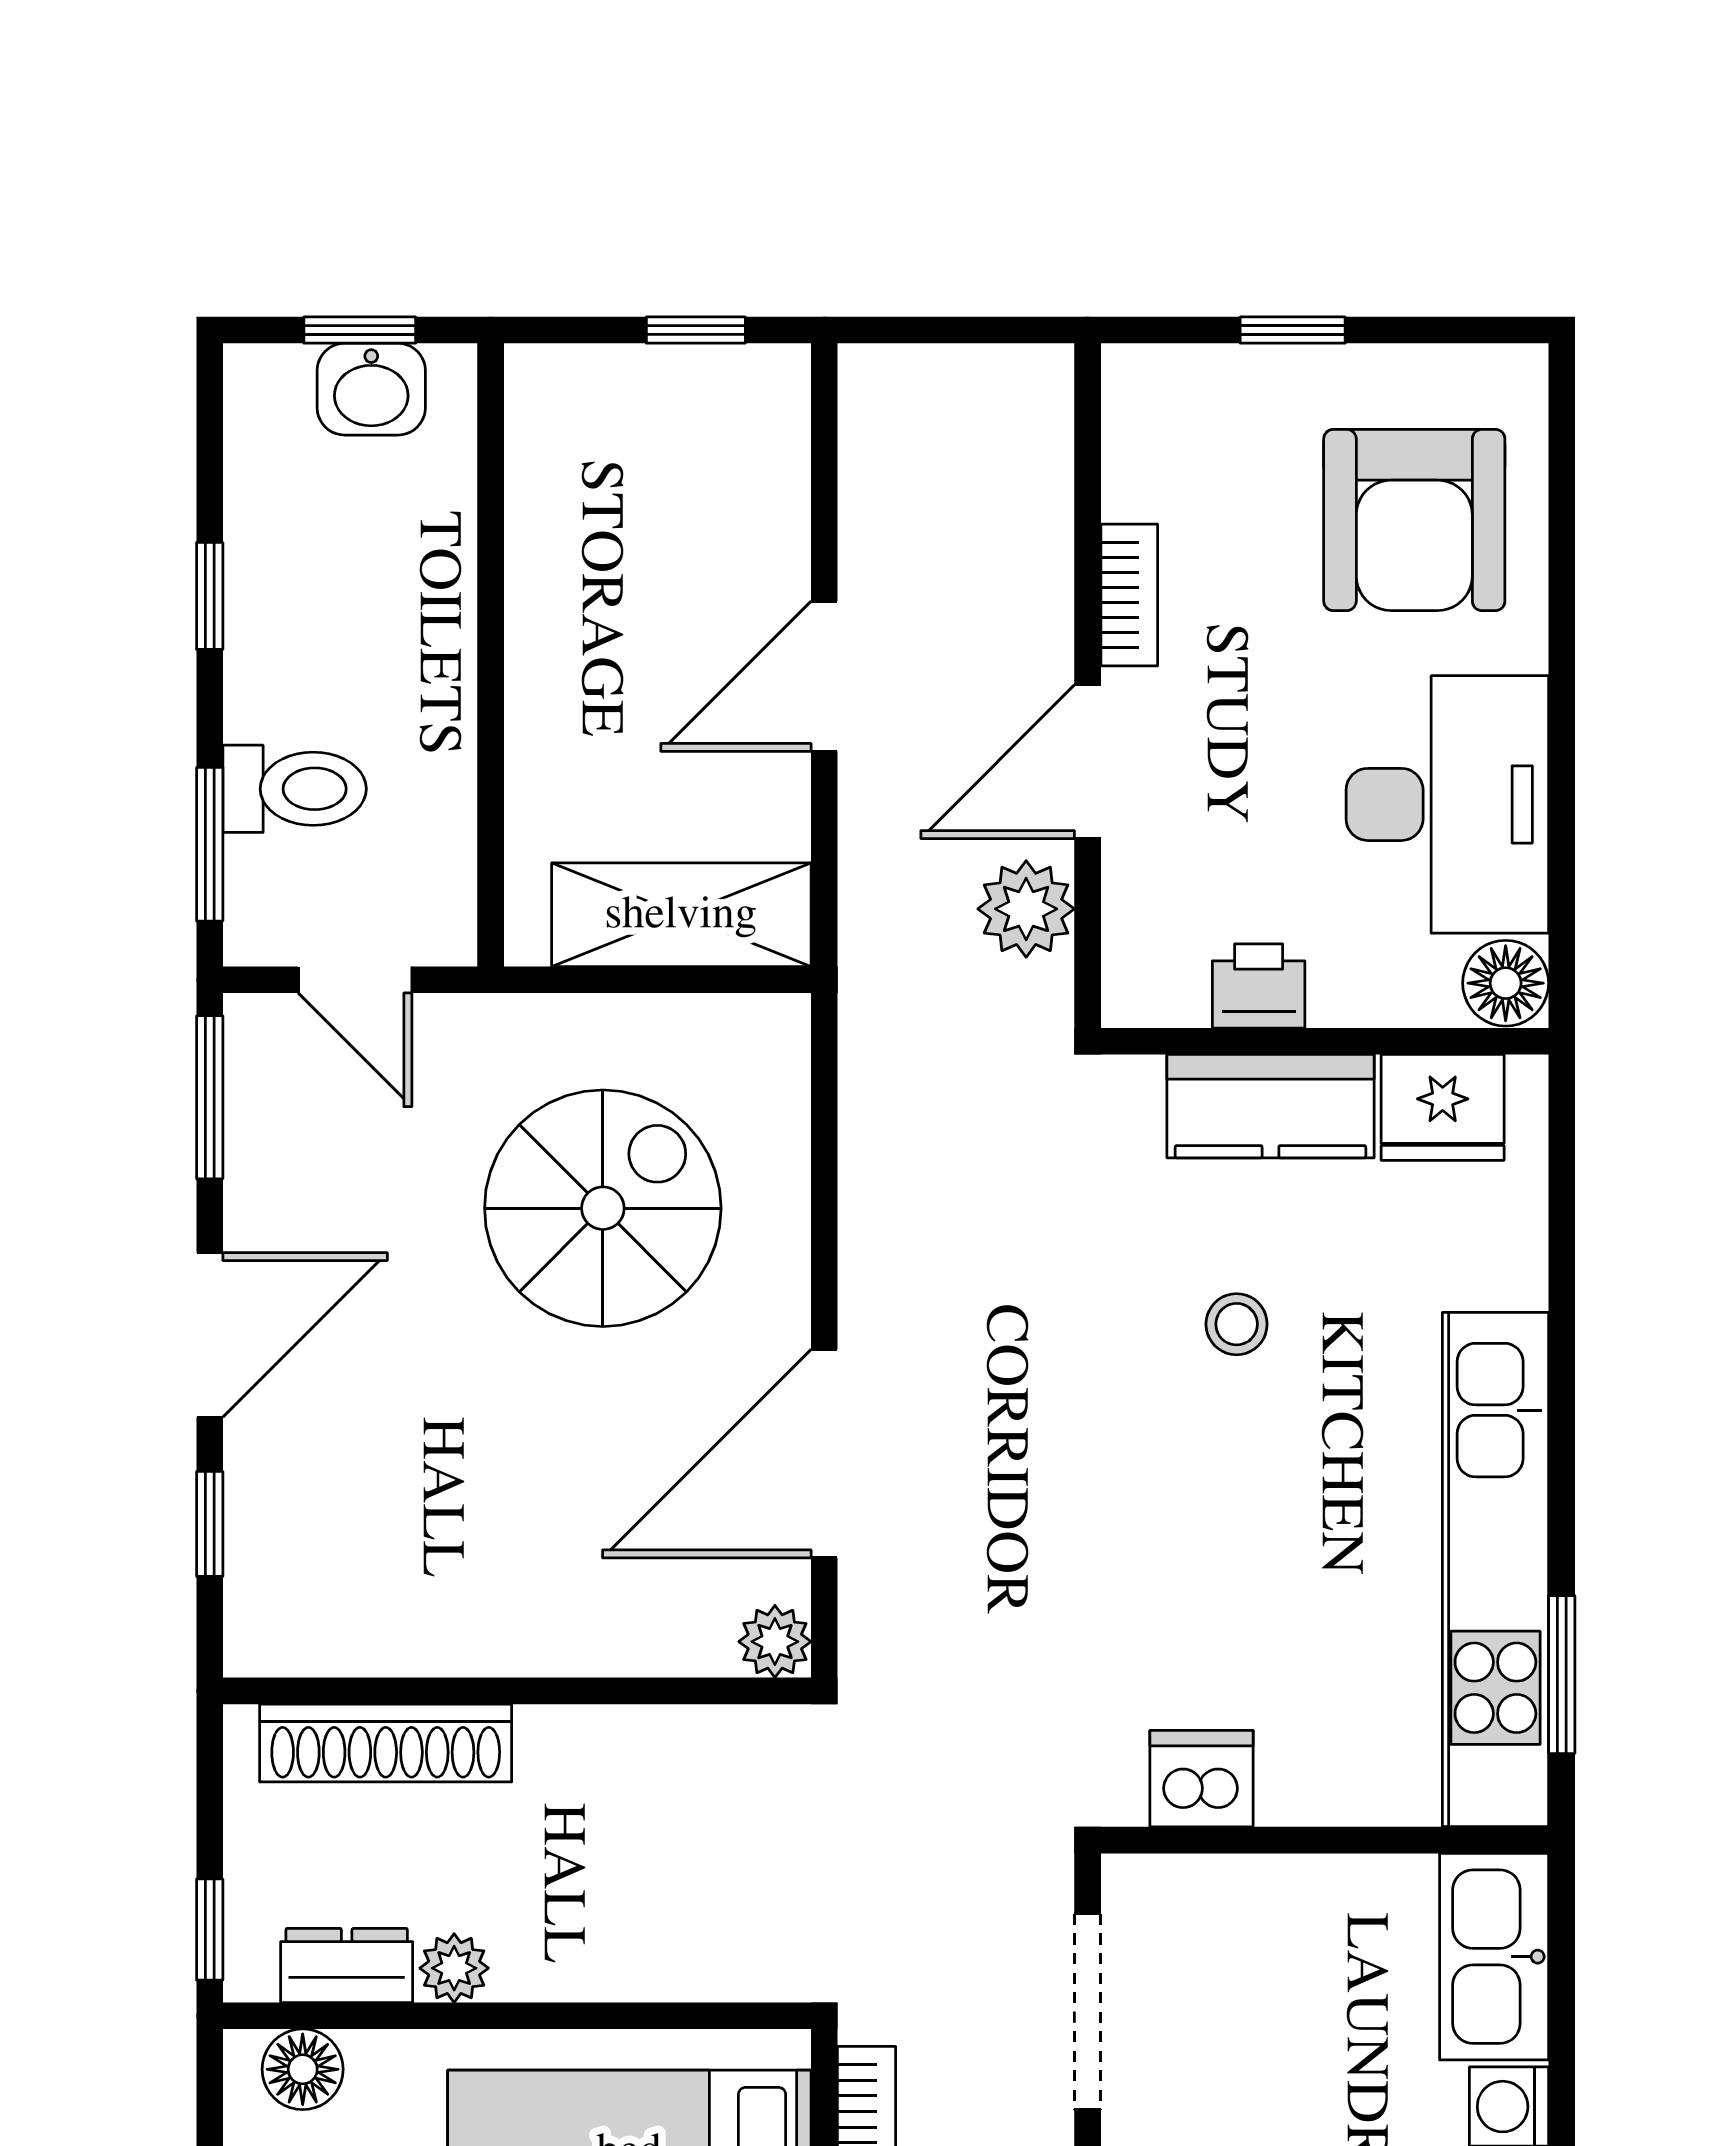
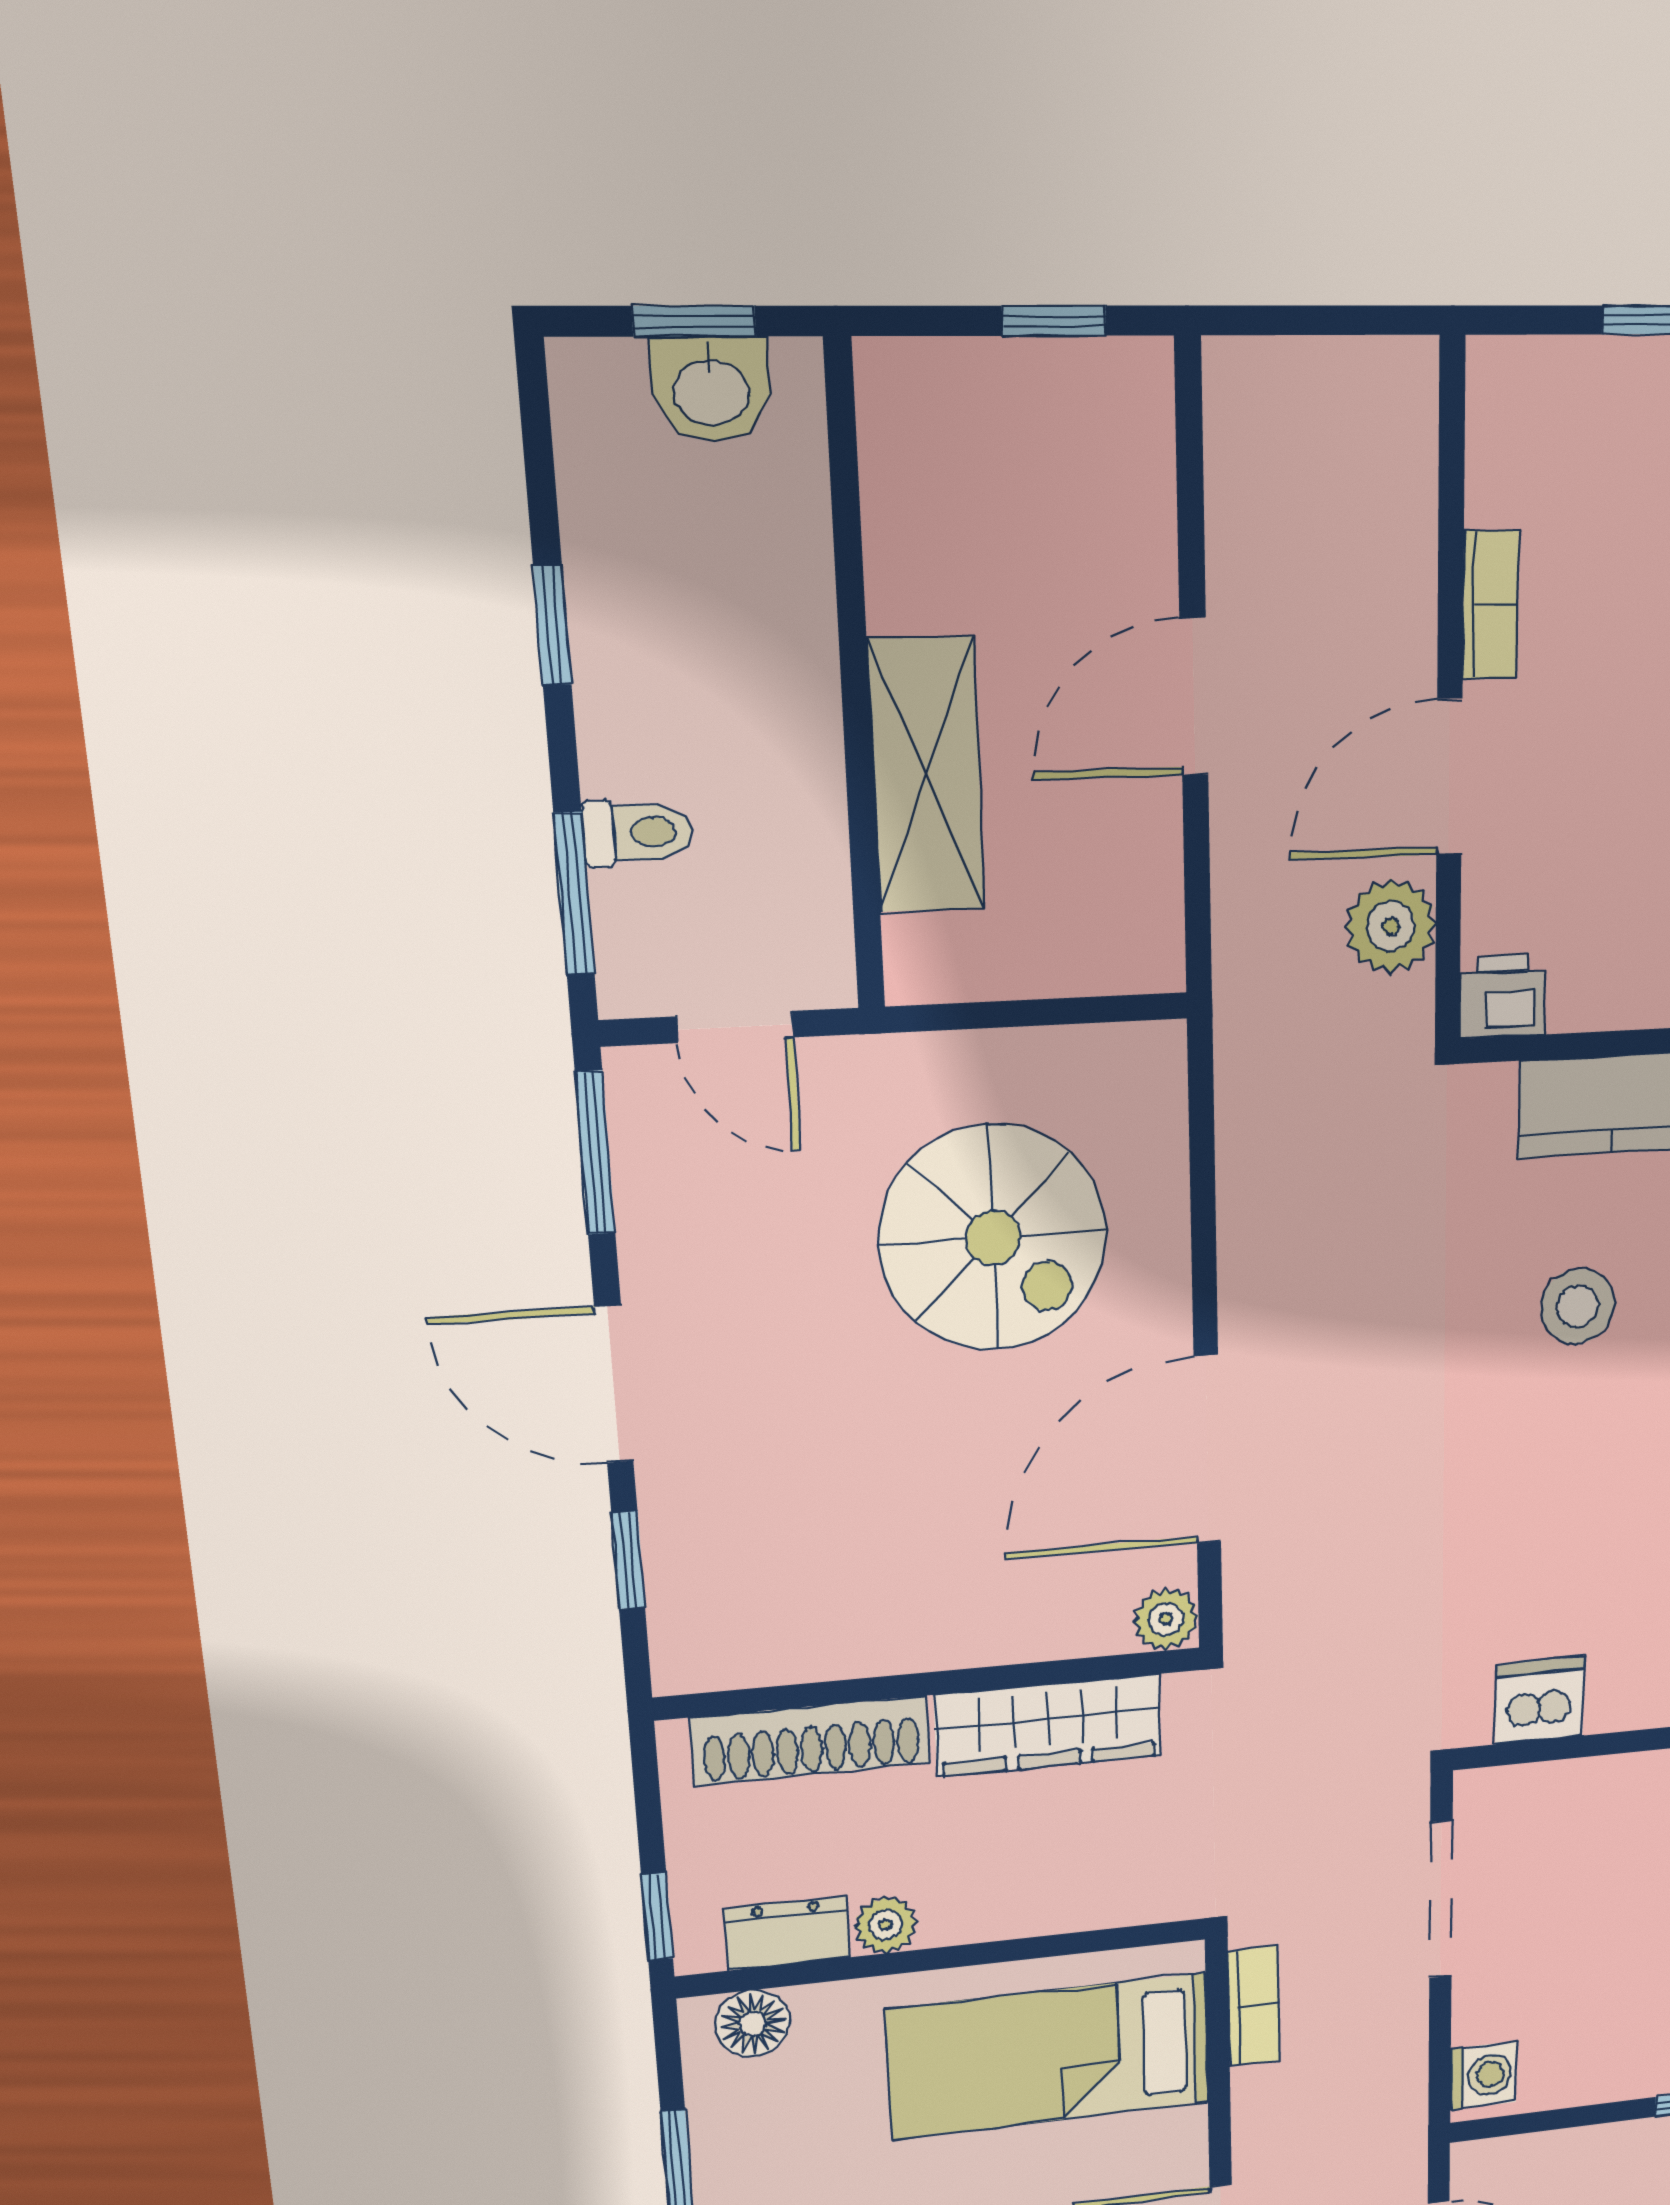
toilet: (295, 789) -> (638, 833), width x0.73, depth x0.72
shelving: (681, 915) -> (926, 775), moved, turned 90
printer: (1259, 986) -> (1502, 996), moved
spiral stairs: (603, 1208) -> (993, 1238), turned 90
stool: (1237, 1324) -> (1577, 1306), width x1.37, depth x1.37
door: (210, 1335) -> (614, 1384), swing flipped
wardrobe: (642, 1752) -> (1048, 1725), added

